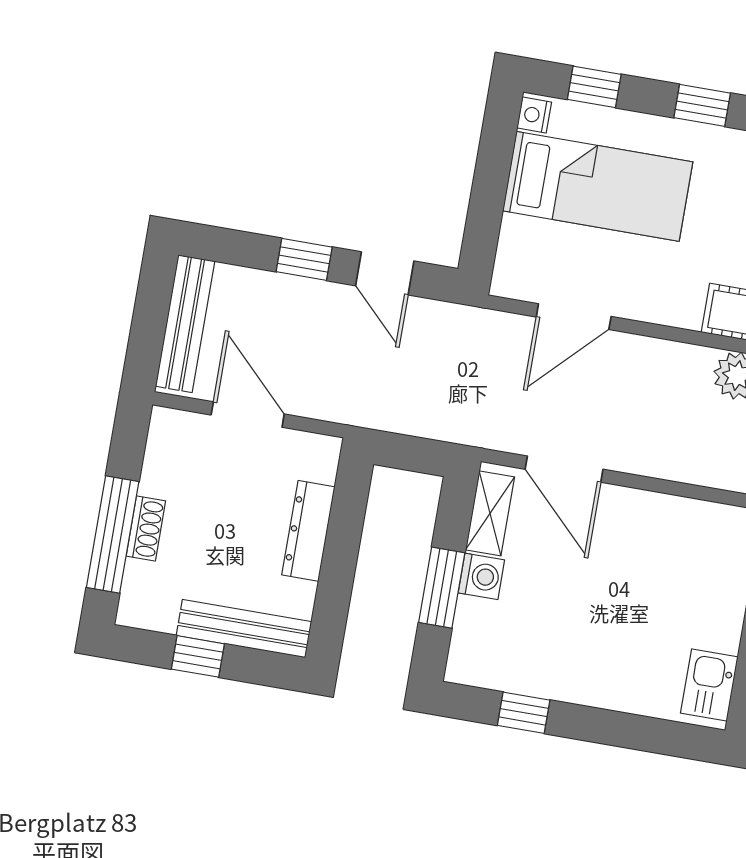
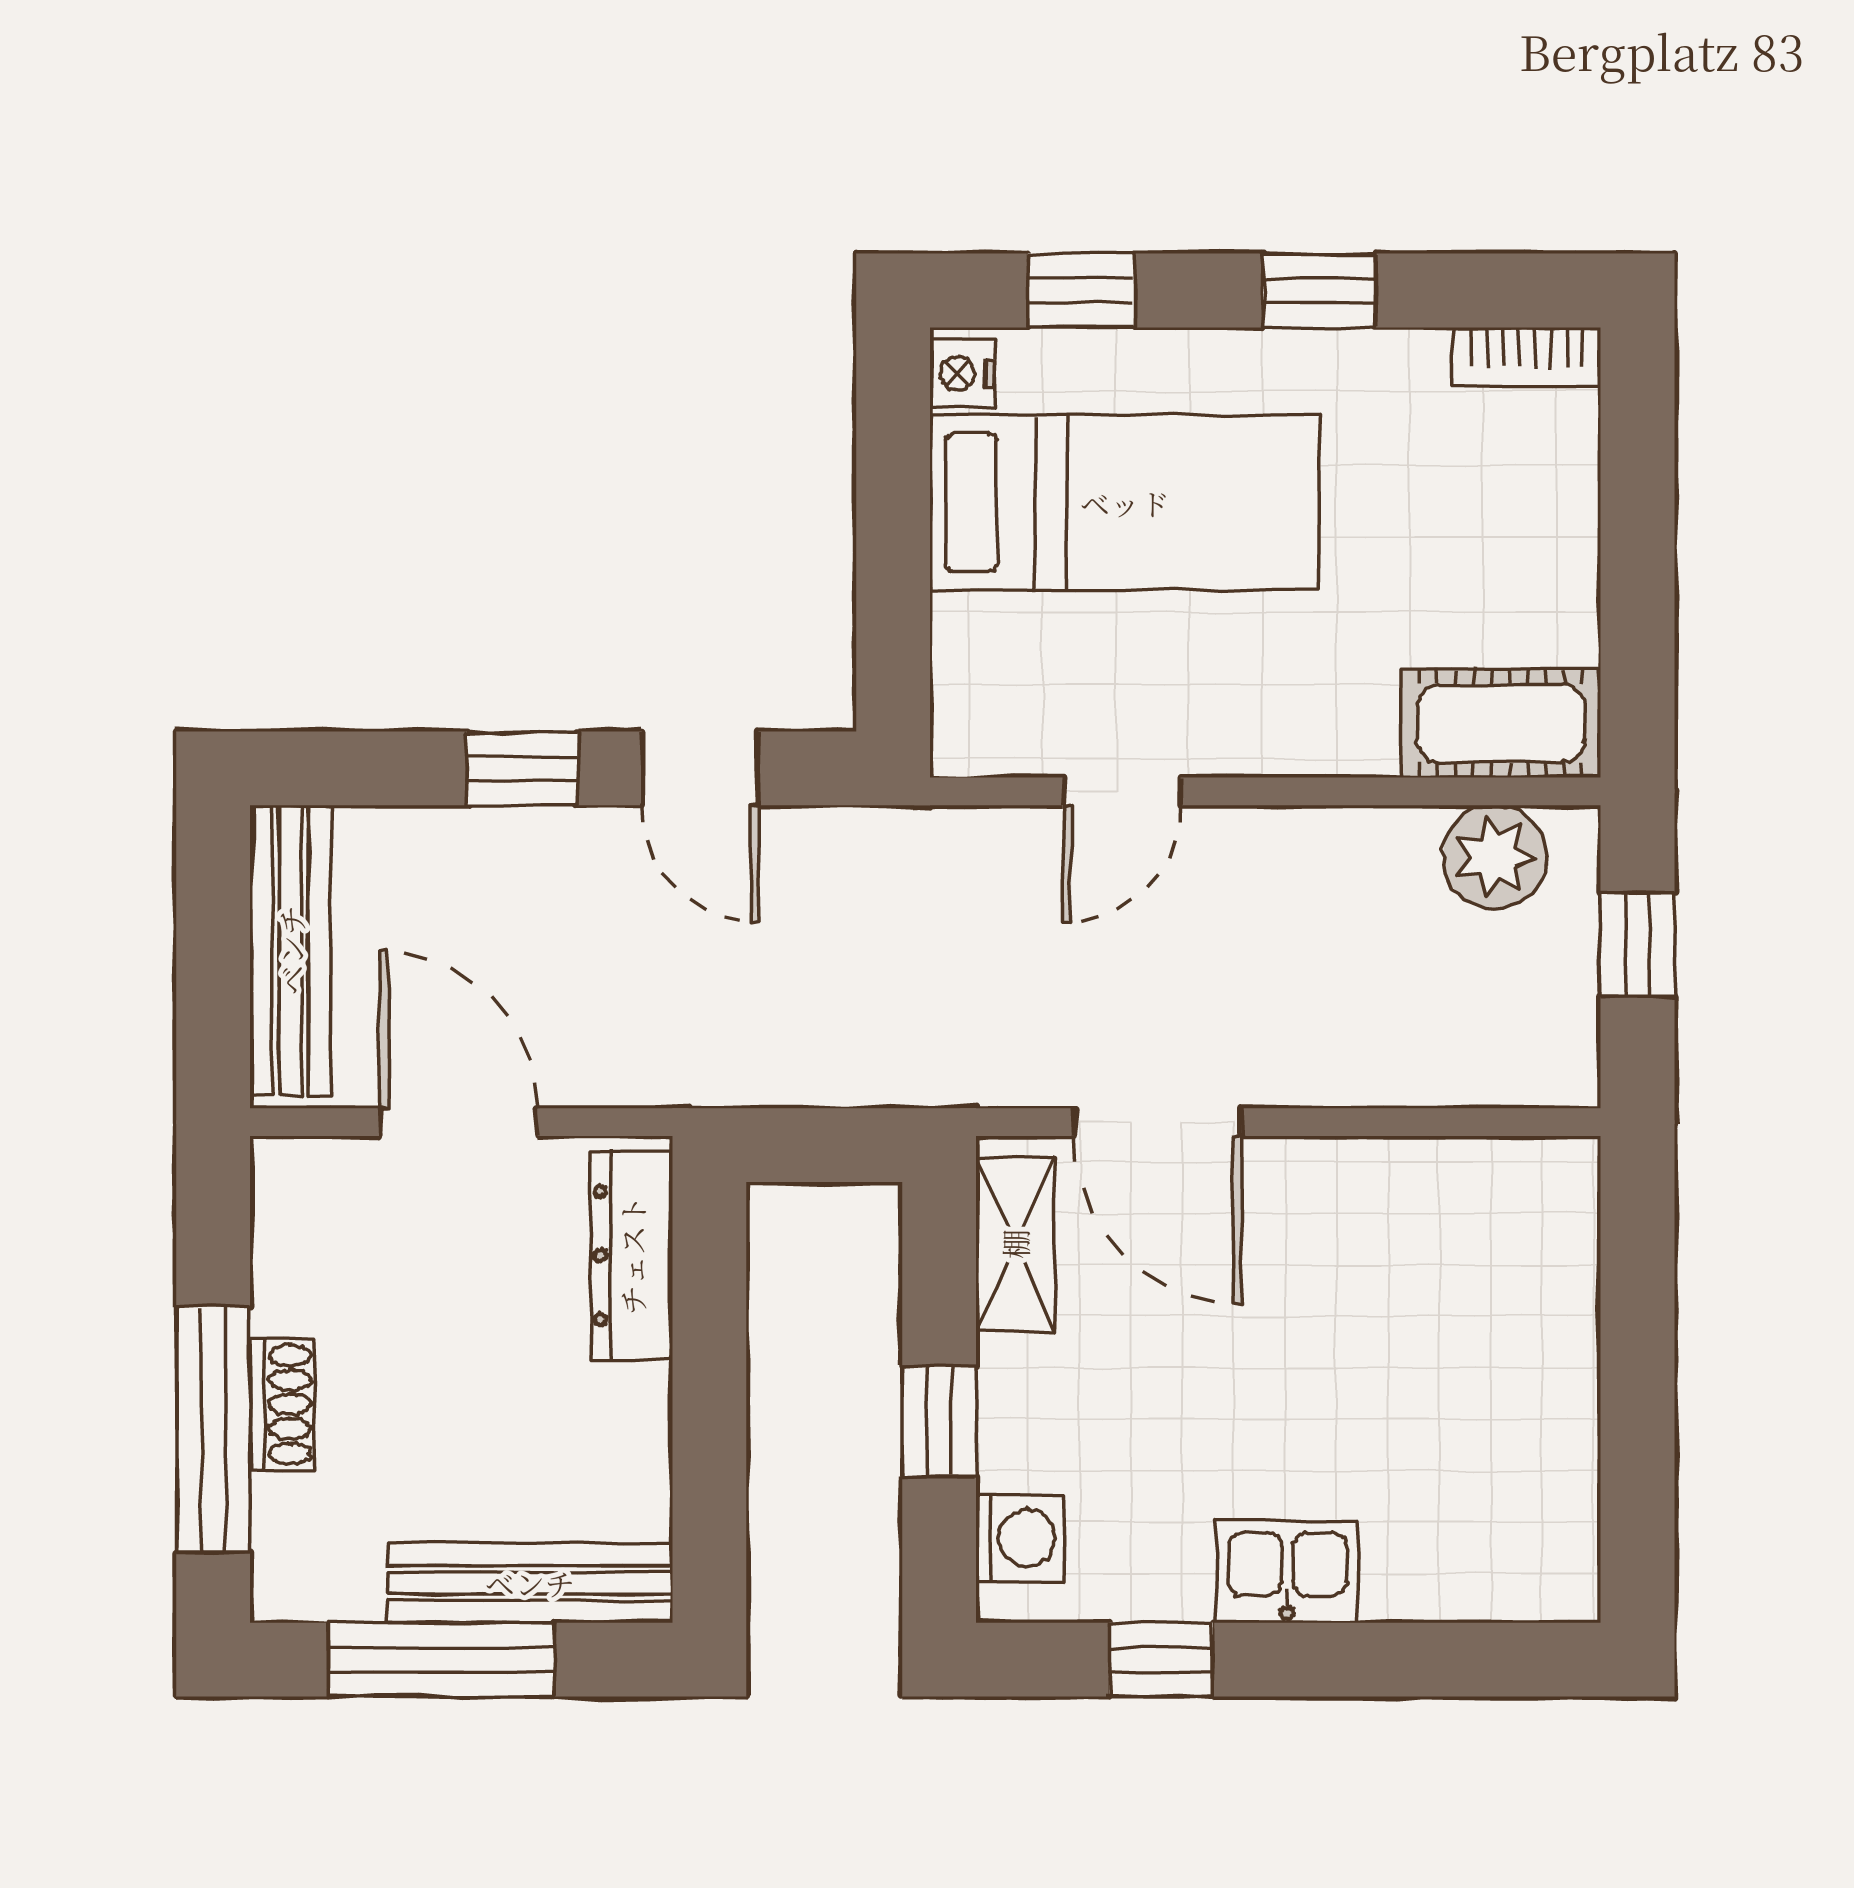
door: (574, 317) -> (1122, 791), width x0.73
dresser: (308, 531) -> (632, 1255), moved
washing machine: (481, 576) -> (1020, 1538), moved
window: (442, 588) -> (939, 1422), width x0.67
window: (198, 656) -> (441, 1660), width x2.17
kitchen sink: (709, 685) -> (1287, 1571), moved, turned 90

